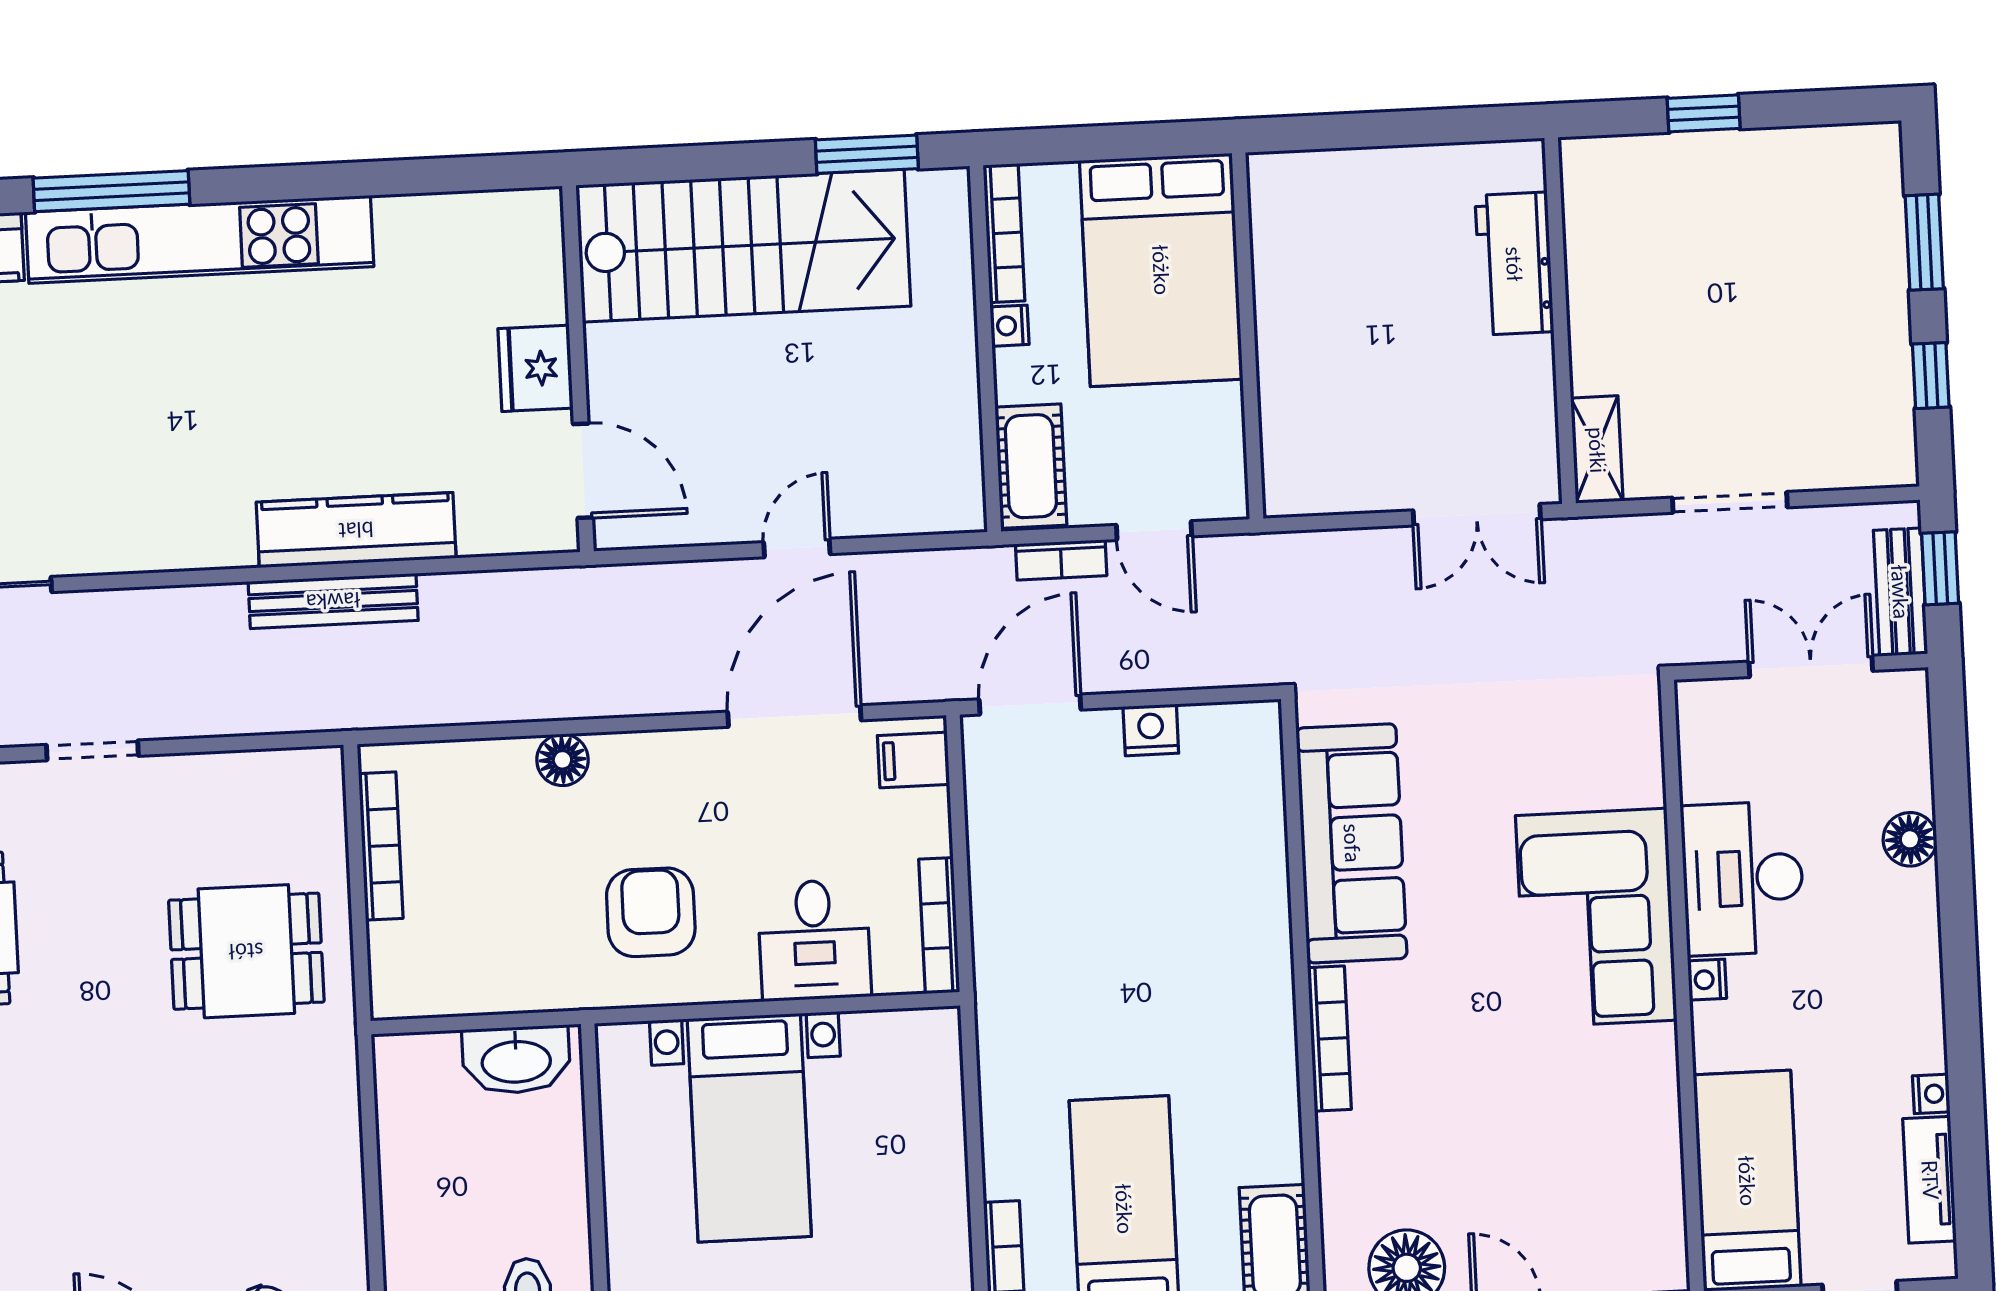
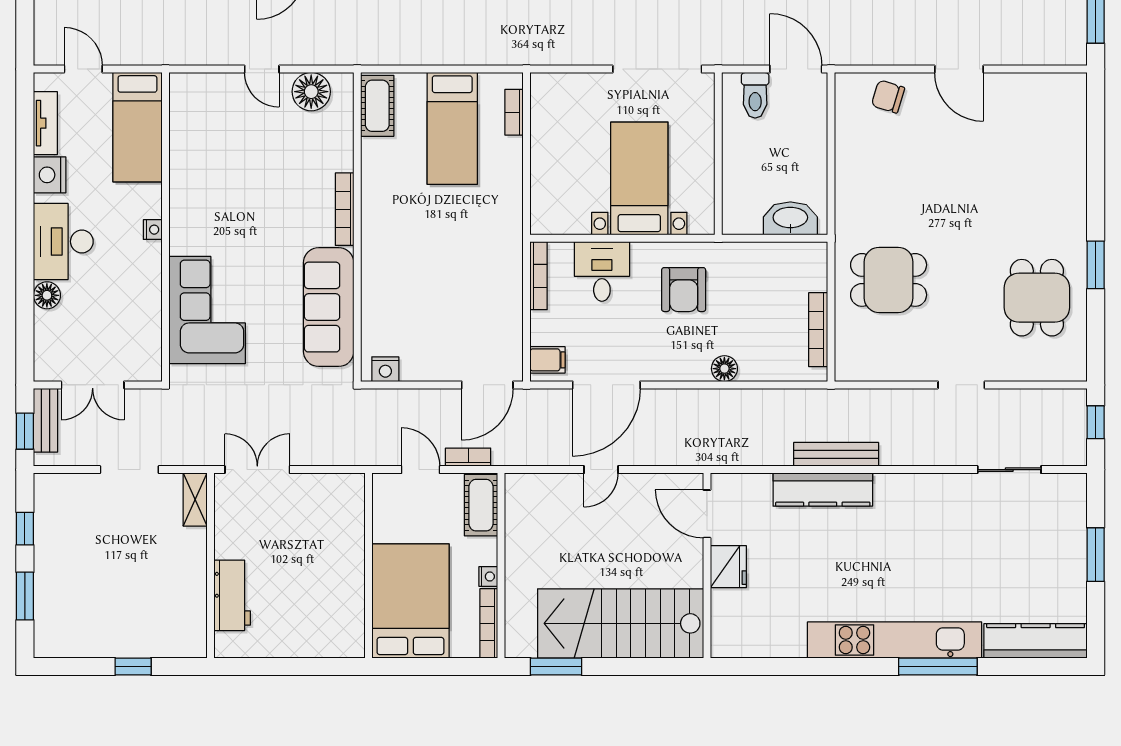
nightstand: (1151, 730) -> (385, 369), moved
desk: (1743, 878) -> (63, 241), moved, turned 180
corner sofa: (1596, 918) -> (207, 310), moved
washbasin: (516, 1060) -> (790, 218), moved
nightstand: (1931, 1094) -> (50, 175), width x1.89, depth x1.79

